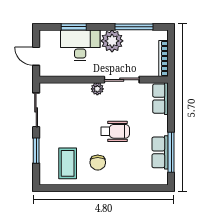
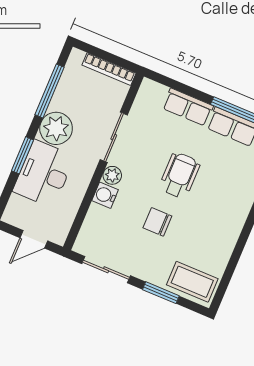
window: (74, 27) -> (22, 155), moved
water cooler: (83, 90) -> (105, 195), added
row of seats: (160, 99) -> (188, 107), moved
coffee table: (68, 163) -> (192, 282), moved
chair: (98, 163) -> (157, 222), moved, turned 180

